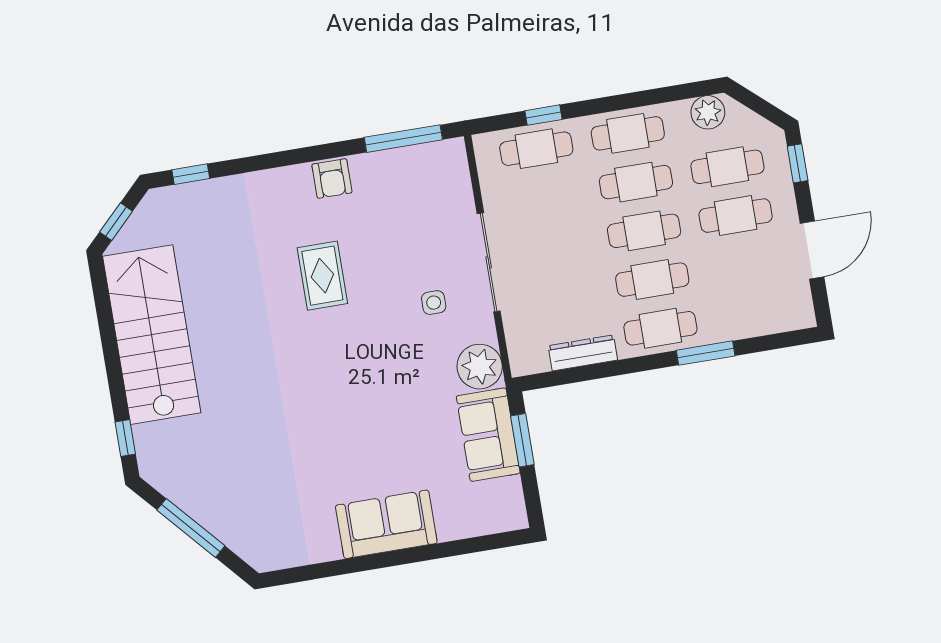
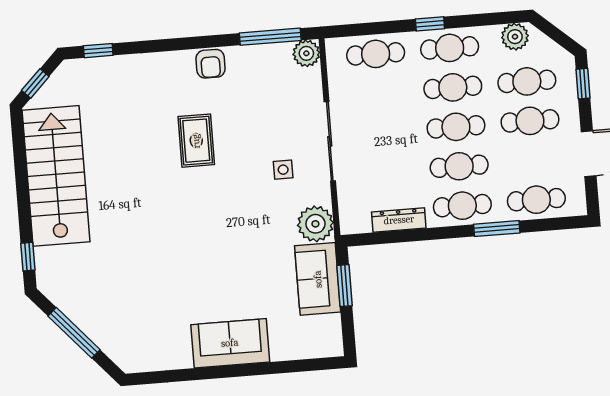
window: (543, 115) -> (430, 24), moved
plant: (450, 155) -> (306, 53), added
cafe table: (752, 313) -> (536, 200), added

